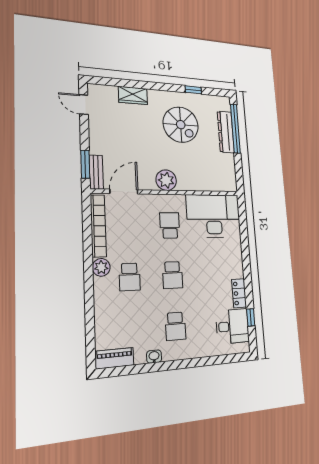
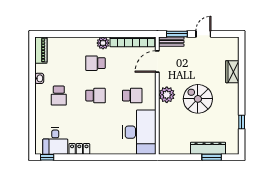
door: (84, 105) -> (203, 34), moved
spiral stairs: (181, 125) -> (198, 99), moved, turned 90
window: (235, 129) -> (212, 157), width x0.47
door: (124, 192) -> (157, 62), swing flipped
school desk: (173, 275) -> (95, 96), turned 180
window: (251, 317) -> (47, 157), moved
school desk: (175, 326) -> (59, 96), turned -90

